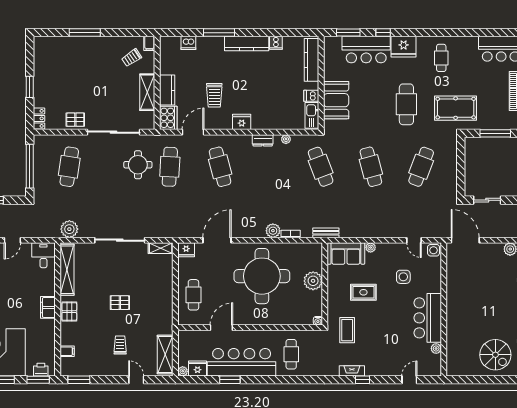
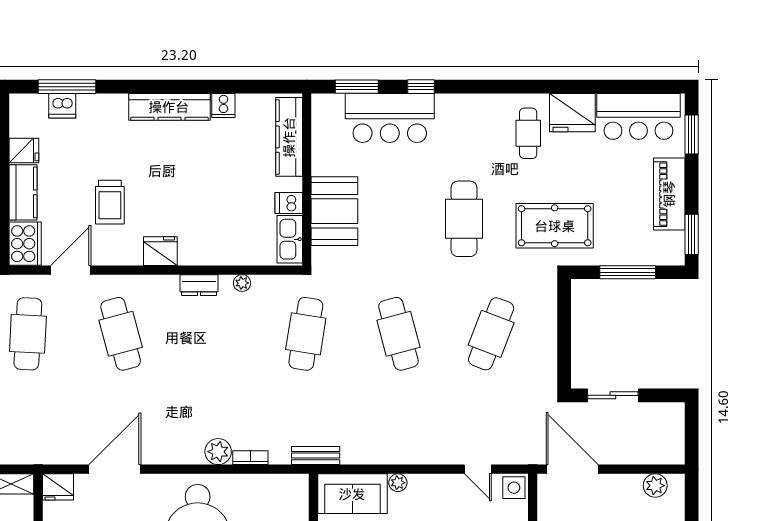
window: (219, 33) -> (67, 87), moved
fridge: (404, 47) -> (572, 113), moved
fridge: (168, 67) -> (24, 150), added
cafe table: (321, 167) -> (306, 334), turned 30

